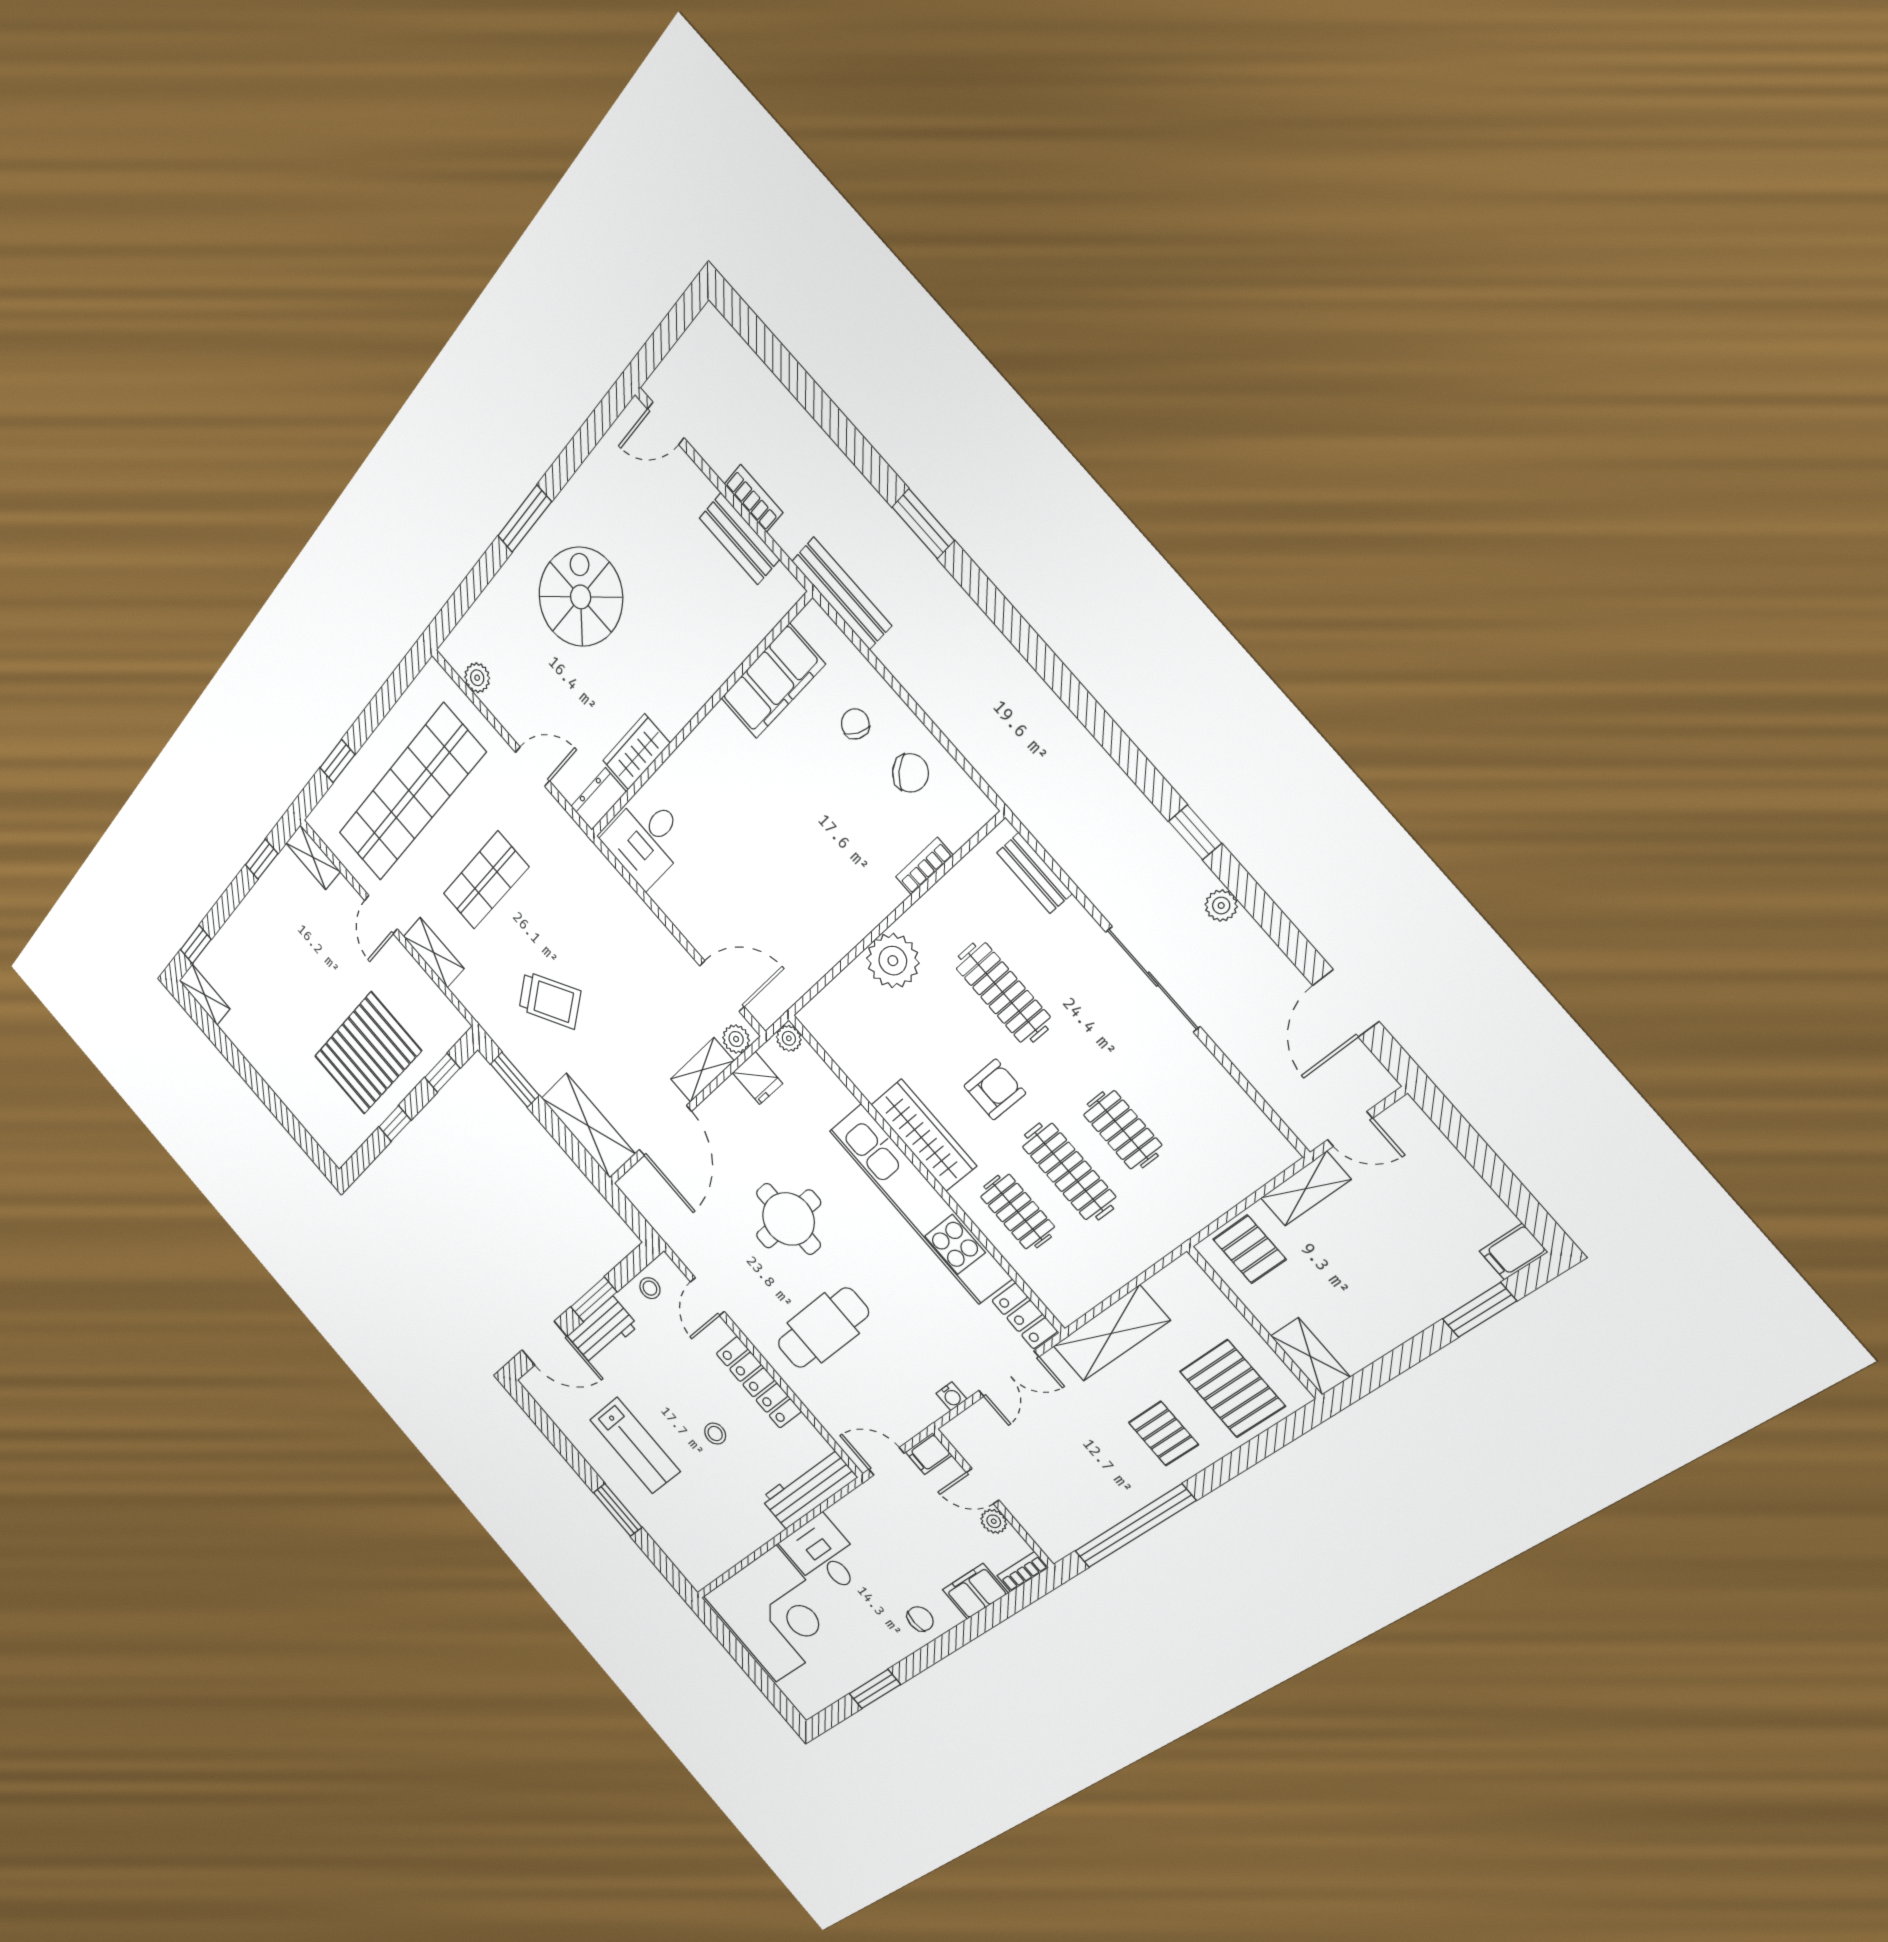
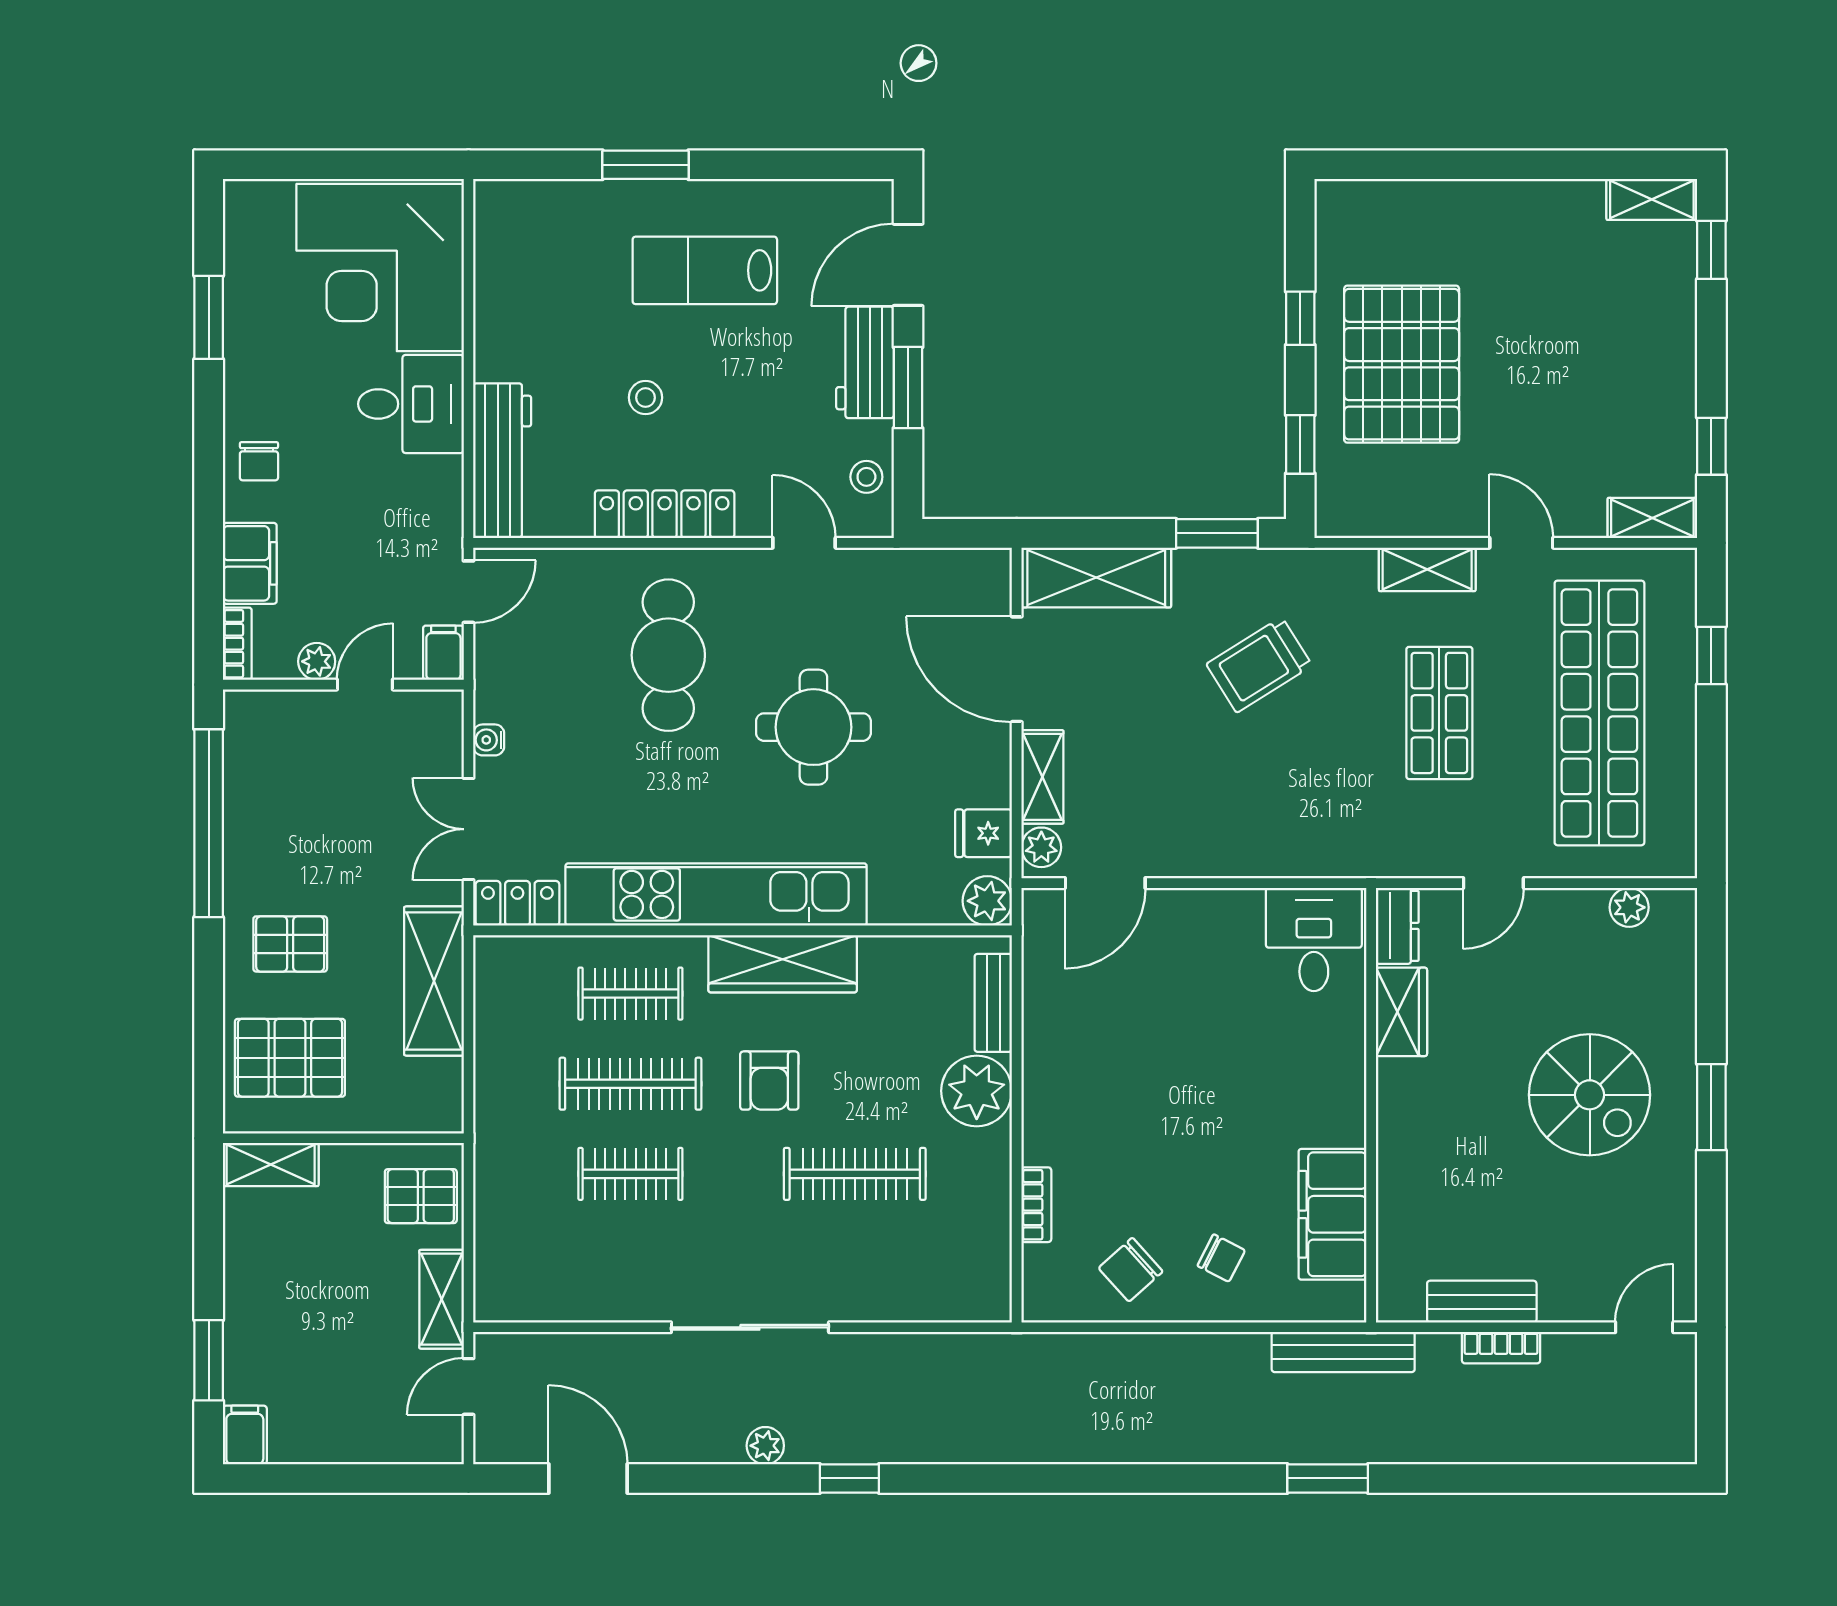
bench: (1034, 873) -> (993, 1003), moved, turned 90
plant: (789, 1038) -> (987, 901), width x1.38, depth x1.38

